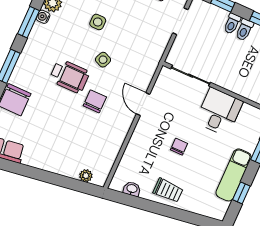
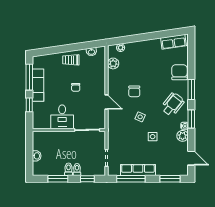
wheelchair: (69, 76) -> (173, 104), moved, turned 128
plant: (108, 157) -> (113, 63), added
window: (241, 193) -> (29, 77), width x2.17

